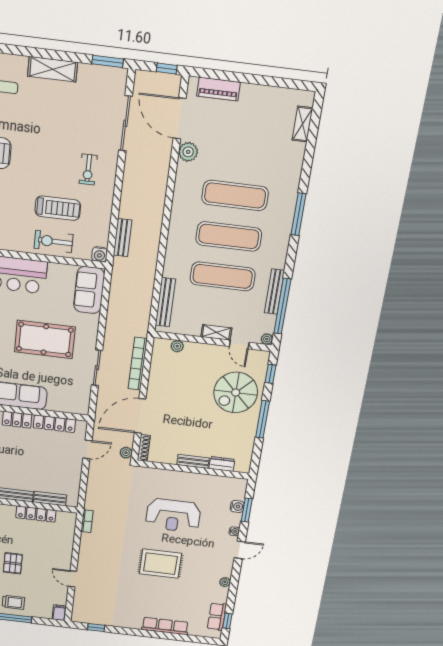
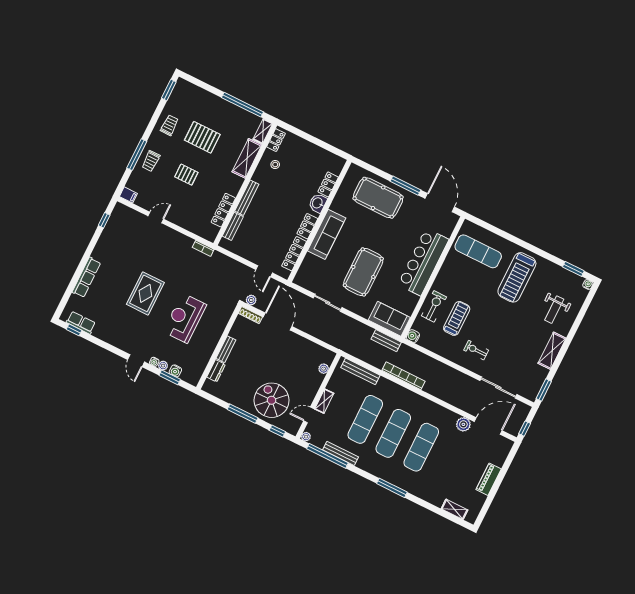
piano: (219, 89) -> (489, 479), moved
treadmill: (58, 208) -> (457, 318), turned 180
bench: (123, 238) -> (386, 341), moved
bookcase: (138, 364) -> (404, 376), moved
plant: (225, 582) -> (163, 366), moved

